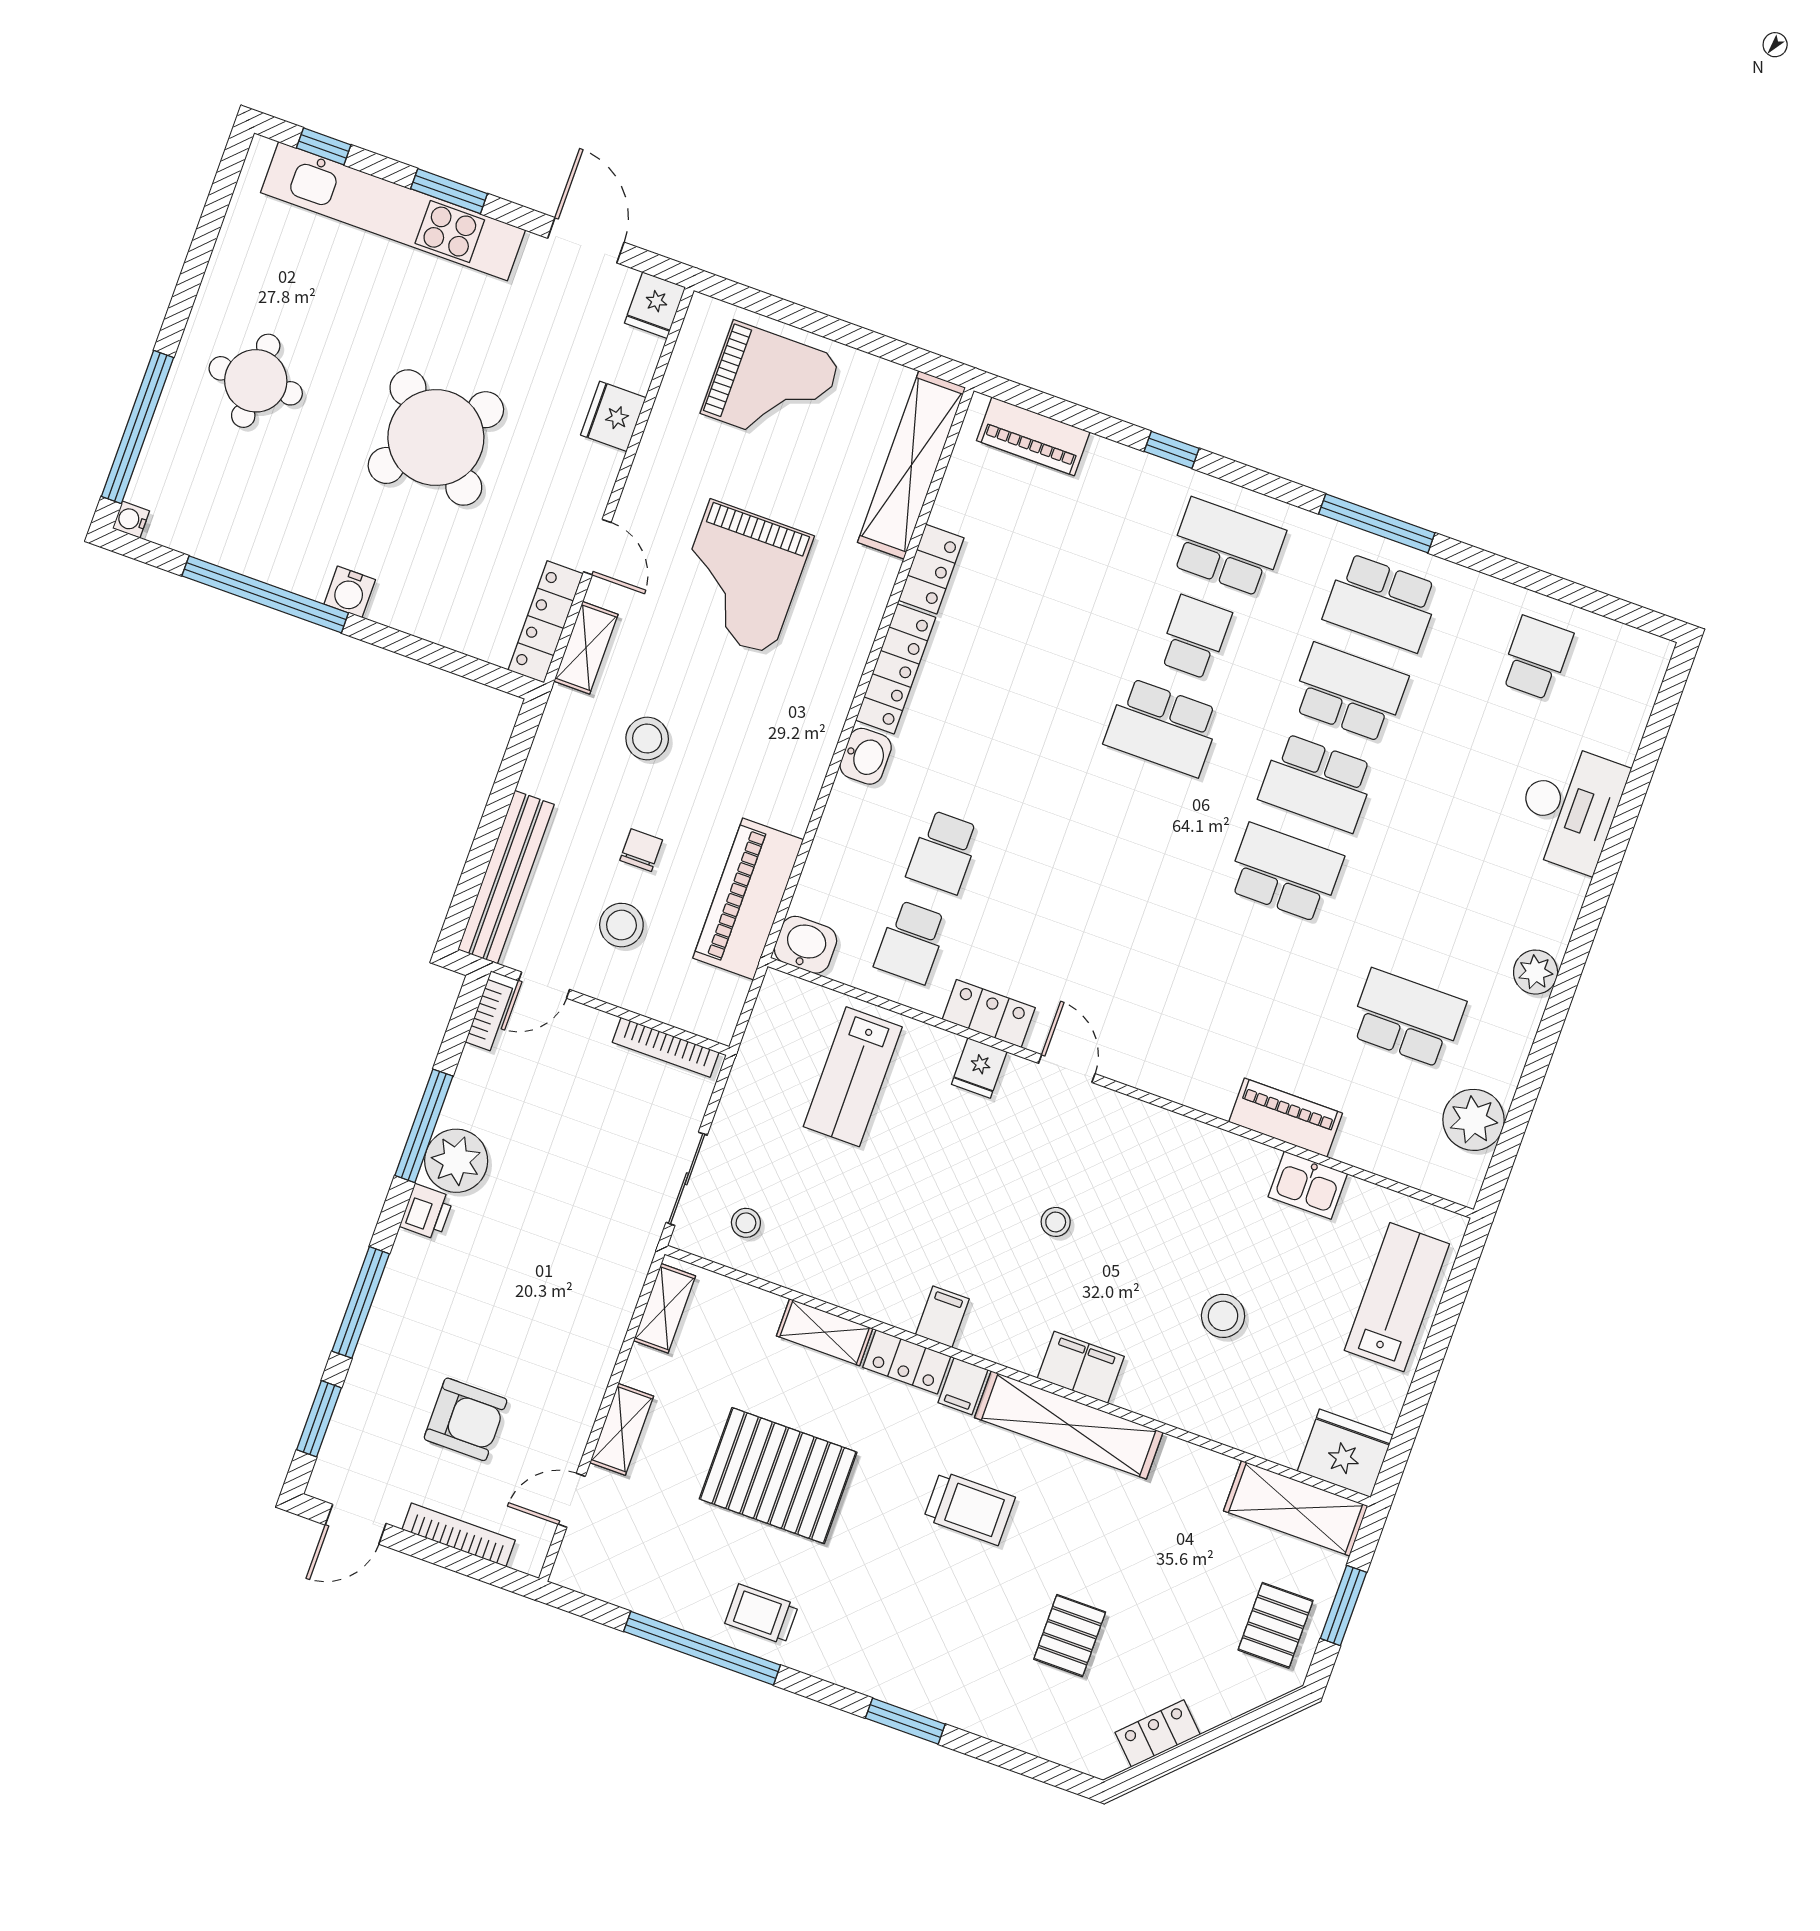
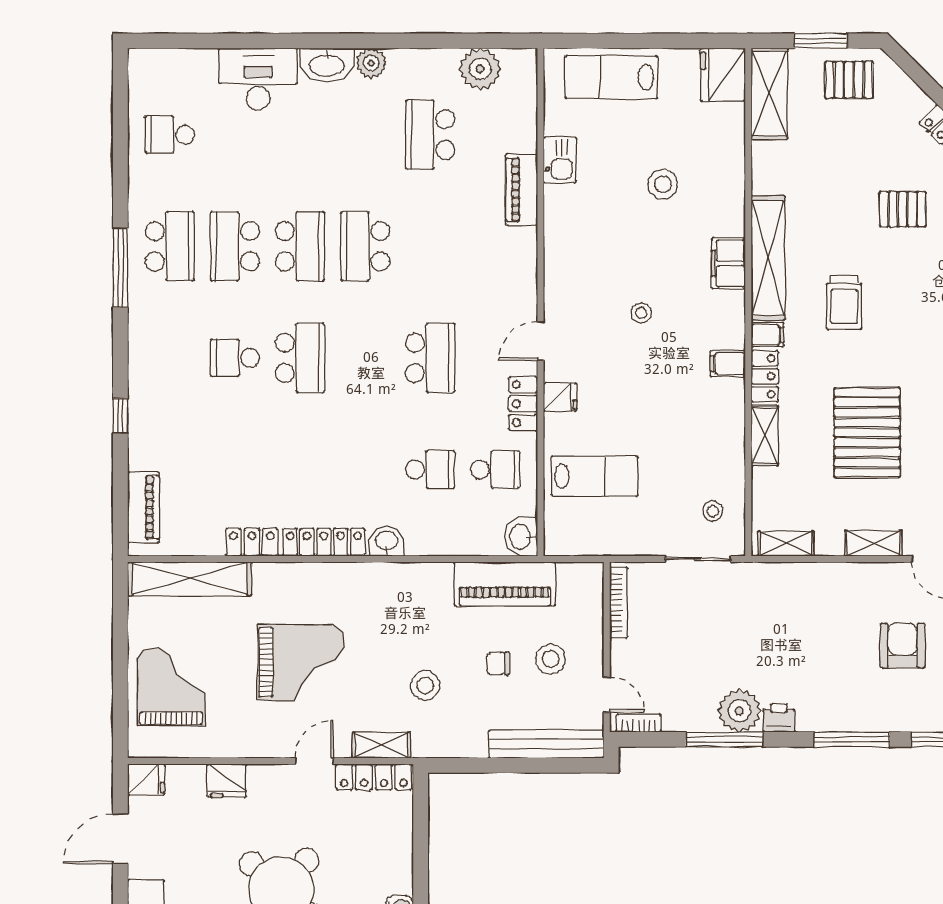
school desk: (1227, 547) -> (430, 358), moved, turned 180
washbasin: (1555, 910) -> (327, 65), added
trolley: (969, 1508) -> (844, 303), turned 180

